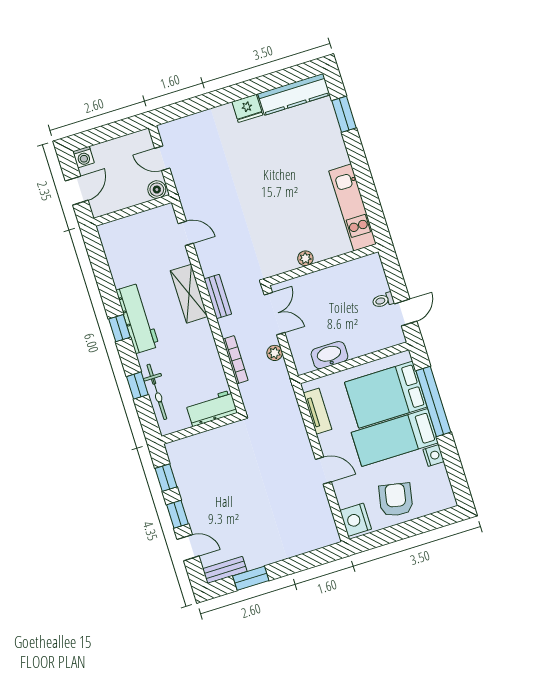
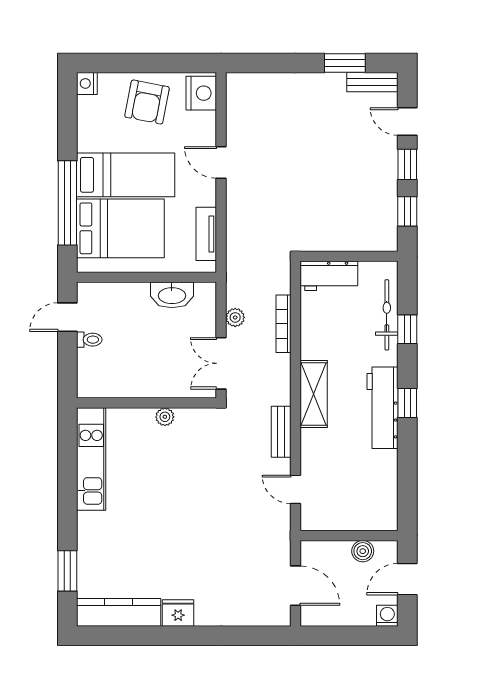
door: (162, 158) -> (296, 586), width x1.38
boiler: (157, 190) -> (363, 551), moved
shelving: (189, 294) -> (314, 394), moved
bench: (218, 296) -> (281, 432), moved
nightstand: (434, 455) -> (87, 83), moved

